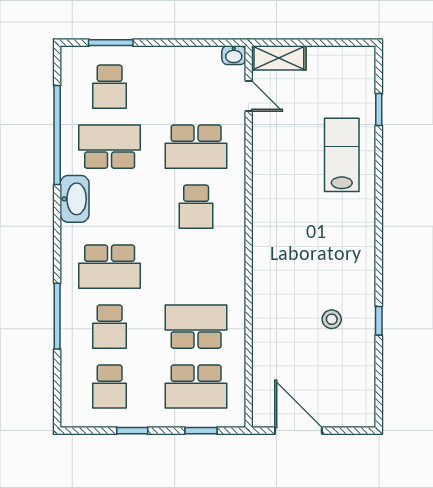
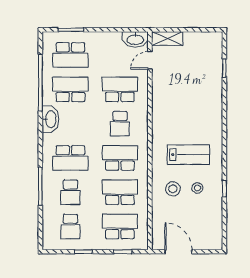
washbasin: (234, 55) -> (135, 39), width x1.91, depth x1.45
school desk: (110, 87) -> (70, 55), width x1.85
door: (249, 96) -> (150, 60), swing flipped
school desk: (196, 147) -> (120, 89), turned 180
lab bench: (342, 155) -> (188, 155), moved, turned 90
school desk: (196, 267) -> (120, 158), added
stool: (289, 321) -> (173, 189), added
school desk: (196, 387) -> (120, 227), turned 180

